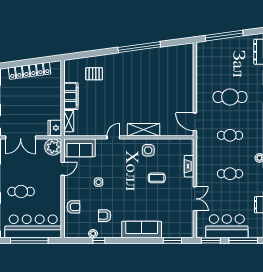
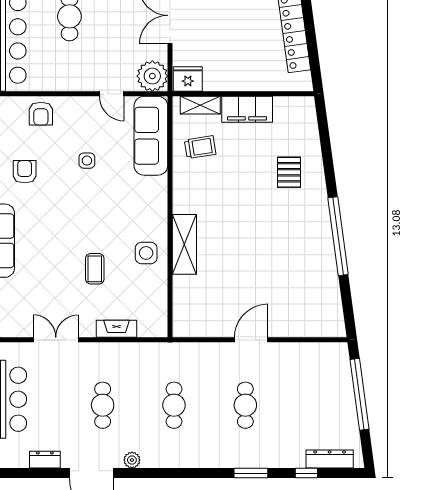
pallet: (94, 74) -> (289, 172), moved
cafe table: (230, 97) -> (245, 405), width x0.73, depth x0.74
trolley: (91, 121) -> (200, 147), added
door: (195, 122) -> (251, 340), moved
door: (113, 137) -> (170, 188), removed
sofa: (80, 148) -> (151, 136), width x1.36
double door: (195, 199) -> (56, 340), swing flipped

